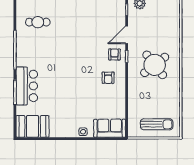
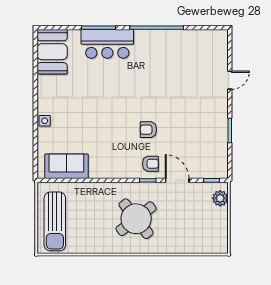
cafe table: (38, 22) -> (195, 59), removed
armchair: (108, 78) -> (148, 130), moved
sun lounger: (157, 124) -> (55, 221), width x1.36, depth x1.34
sofa: (110, 128) -> (66, 166), moved, turned -90

